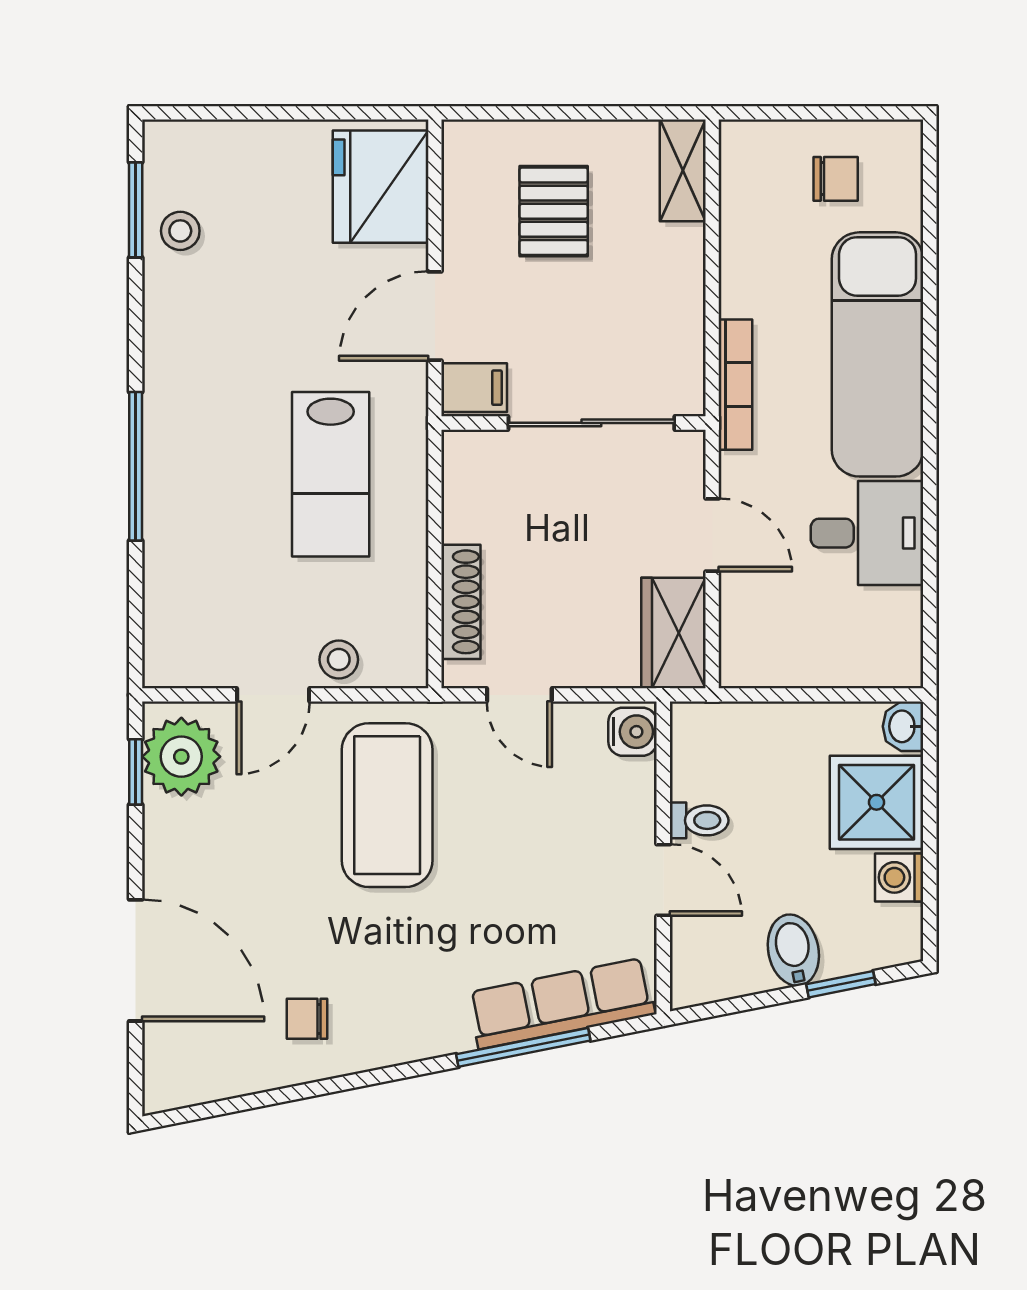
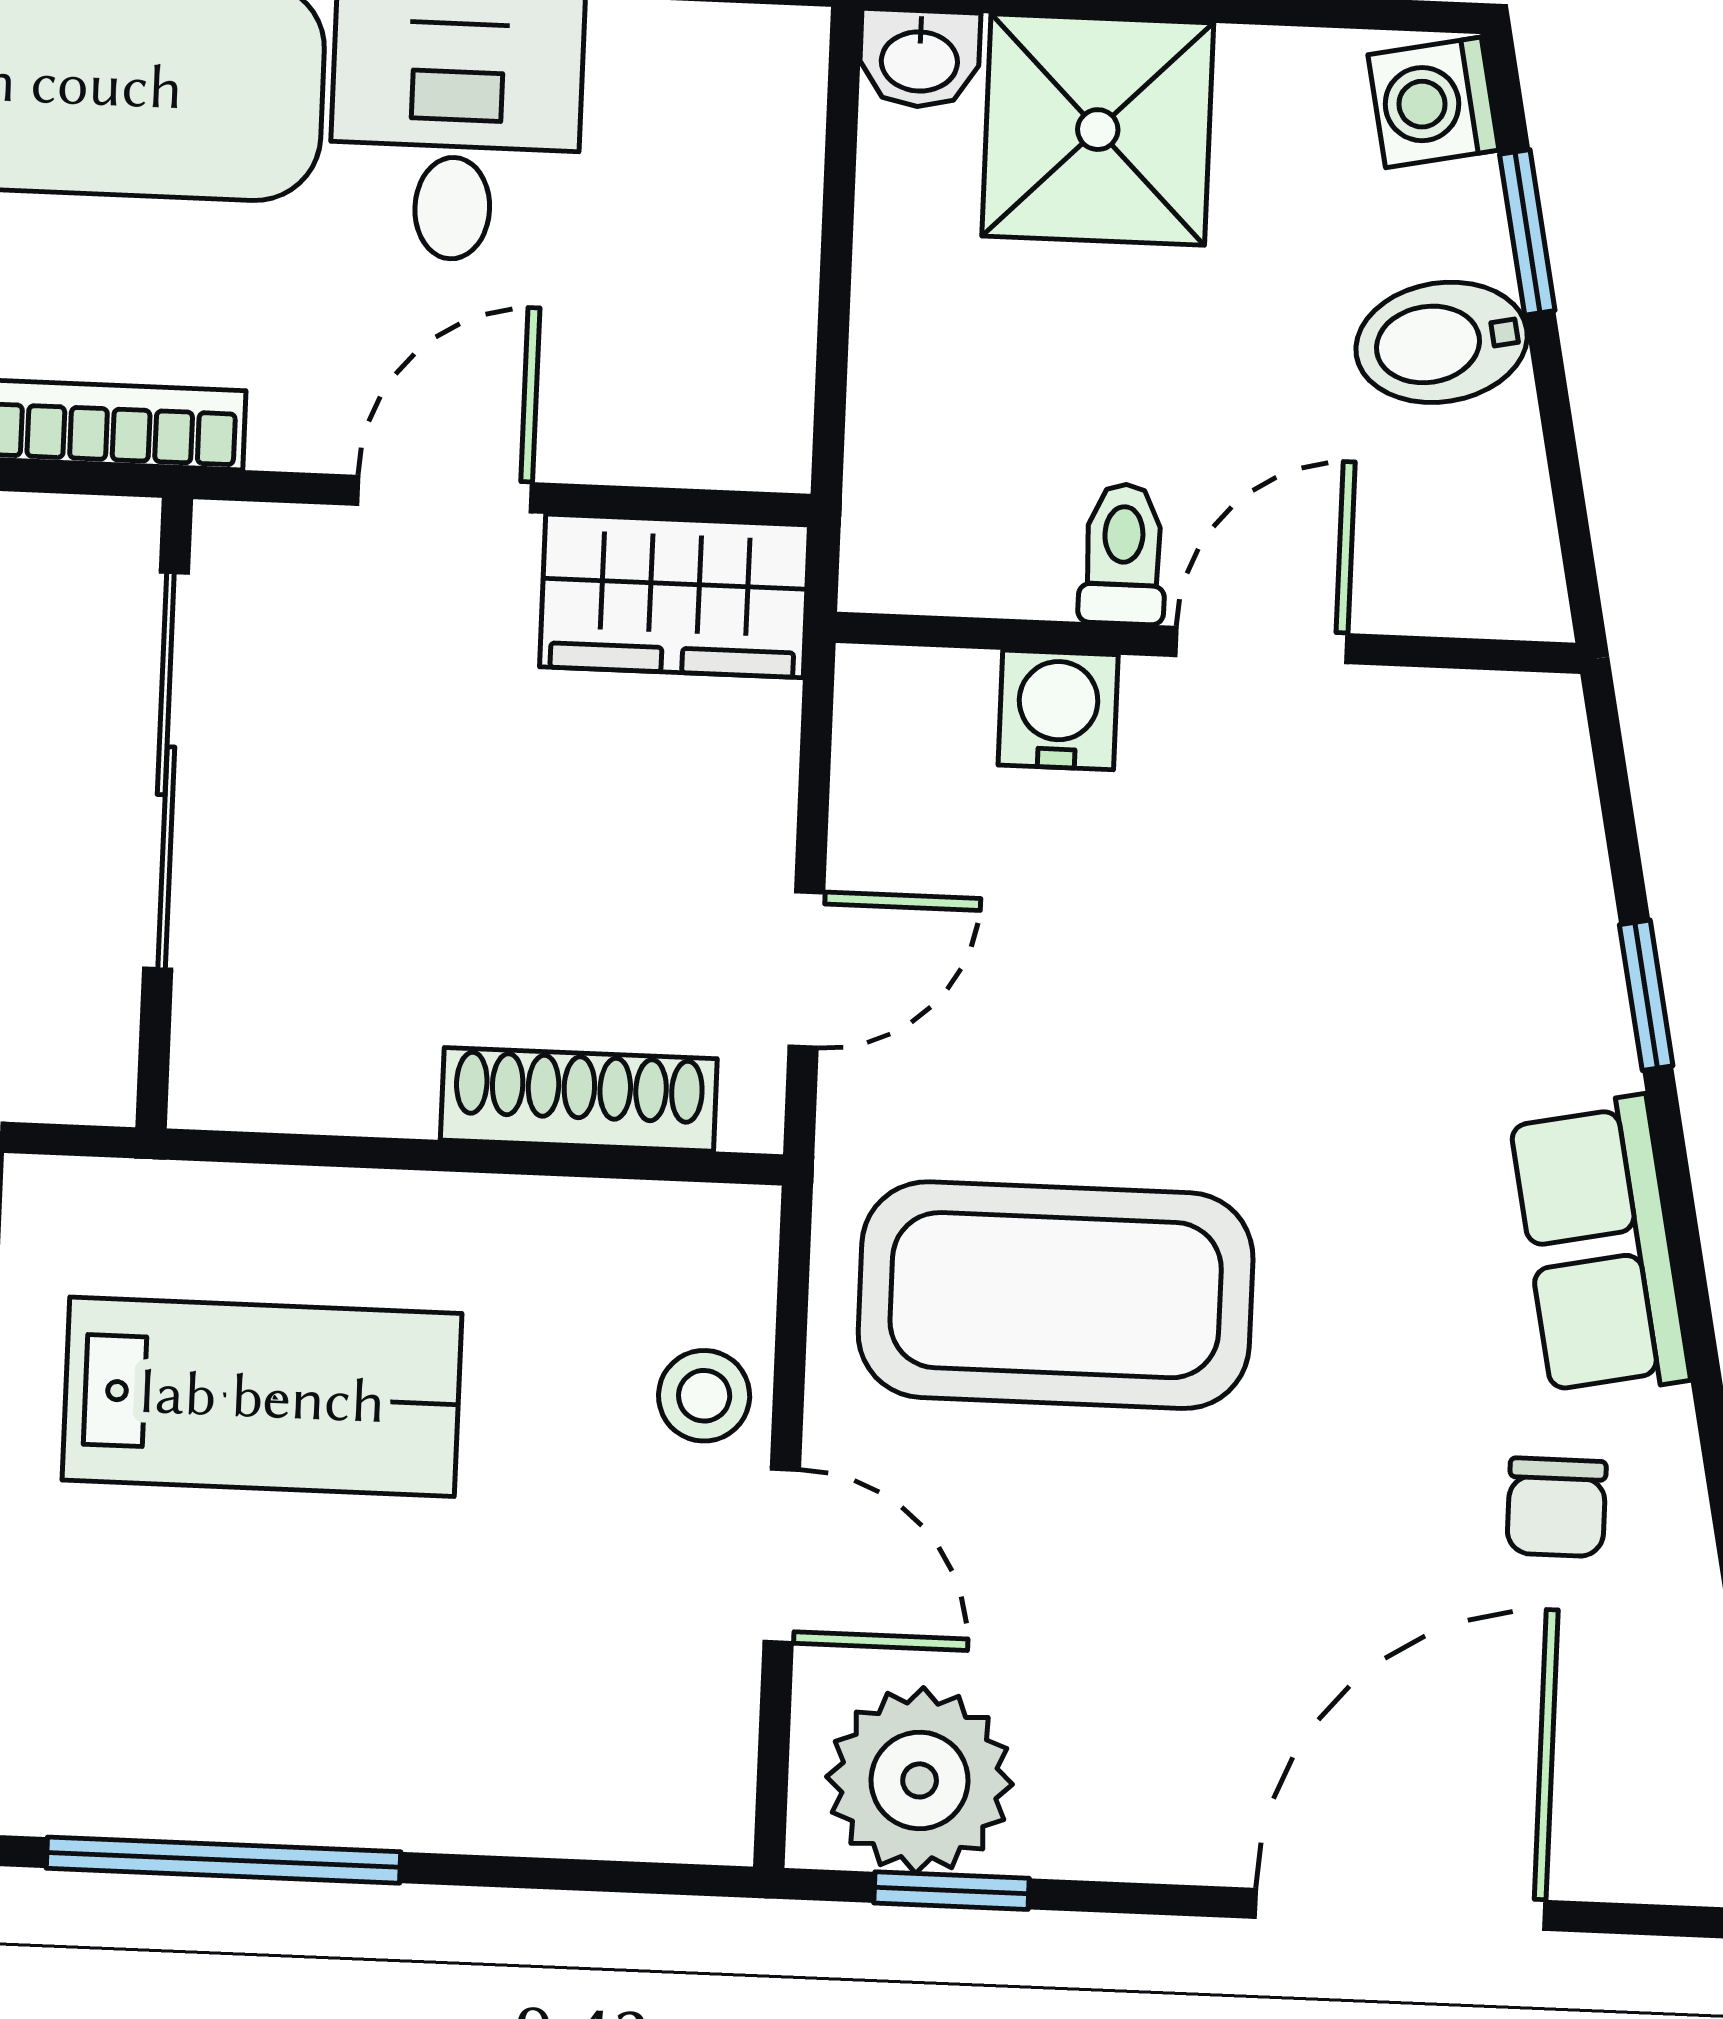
filing cabinet: (474, 388) -> (70, 1046), removed
water cooler: (633, 732) -> (1058, 710), moved
washing machine: (899, 877) -> (1433, 102), moved, turned 79
row of seats: (561, 1003) -> (1599, 1247), moved, width x0.68
window: (523, 1047) -> (1646, 995), width x0.46

